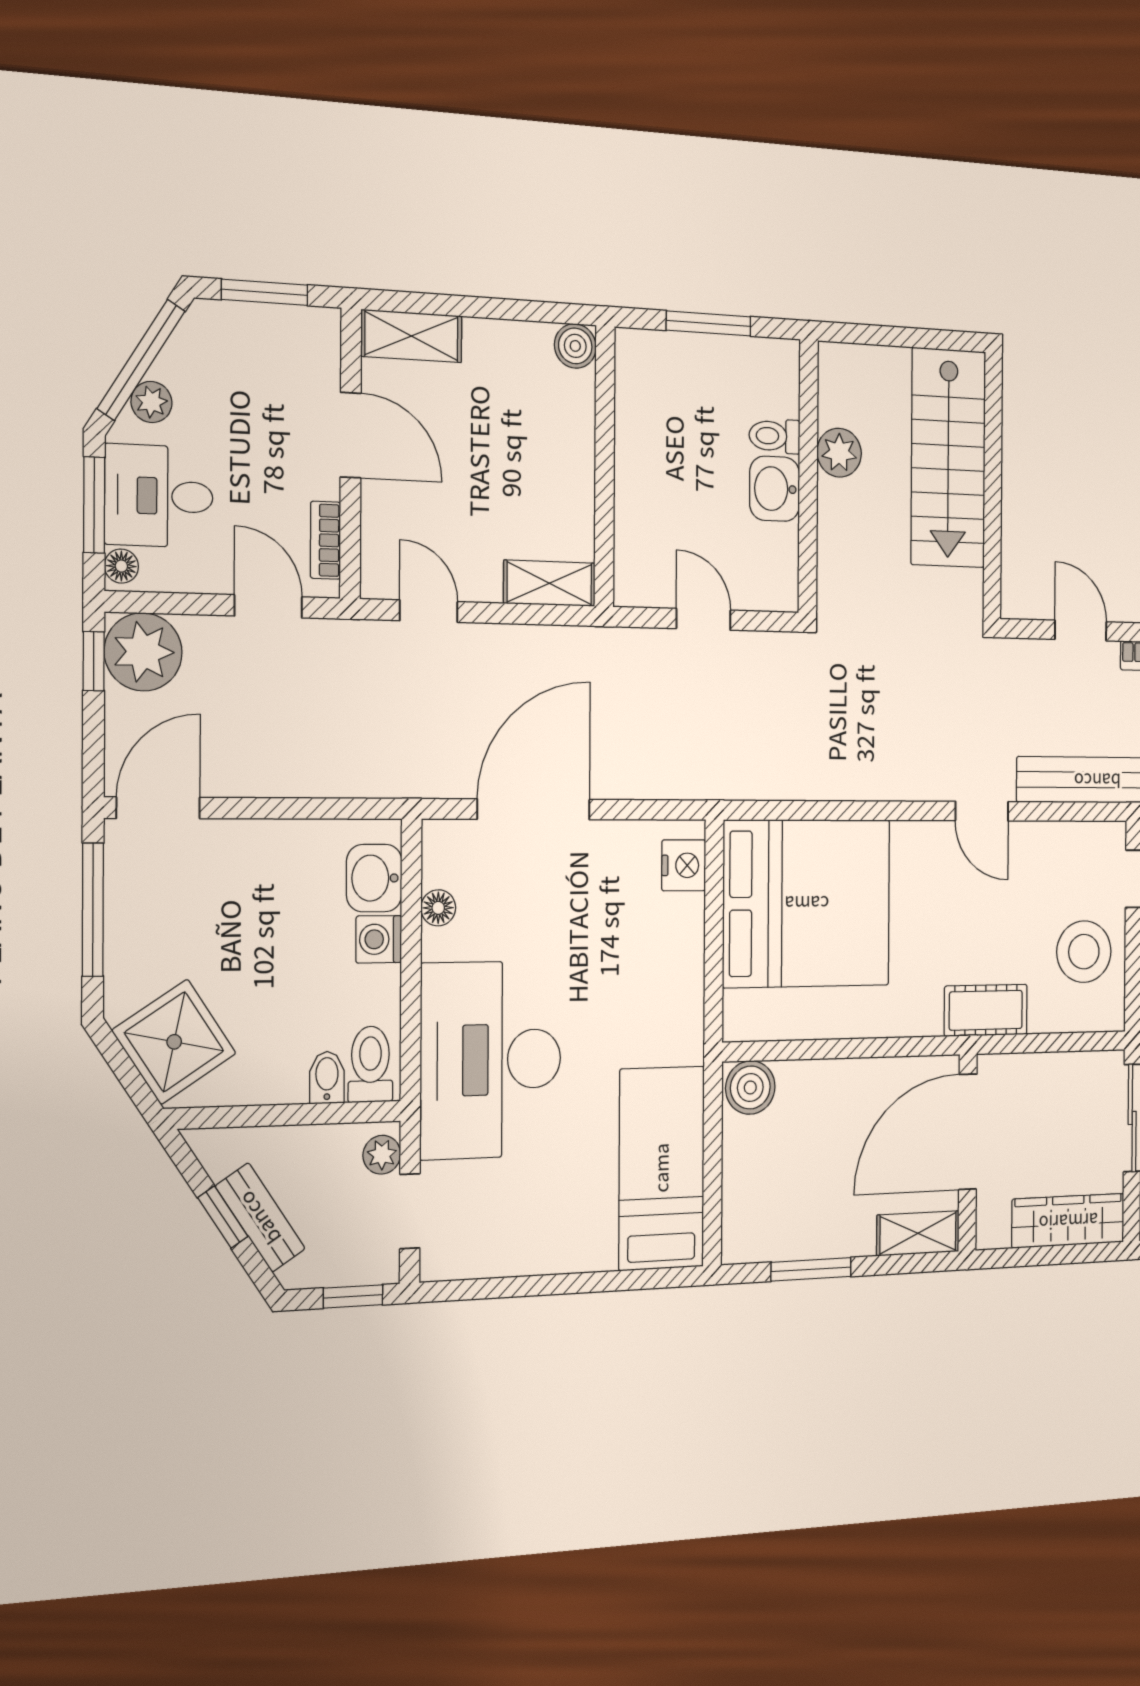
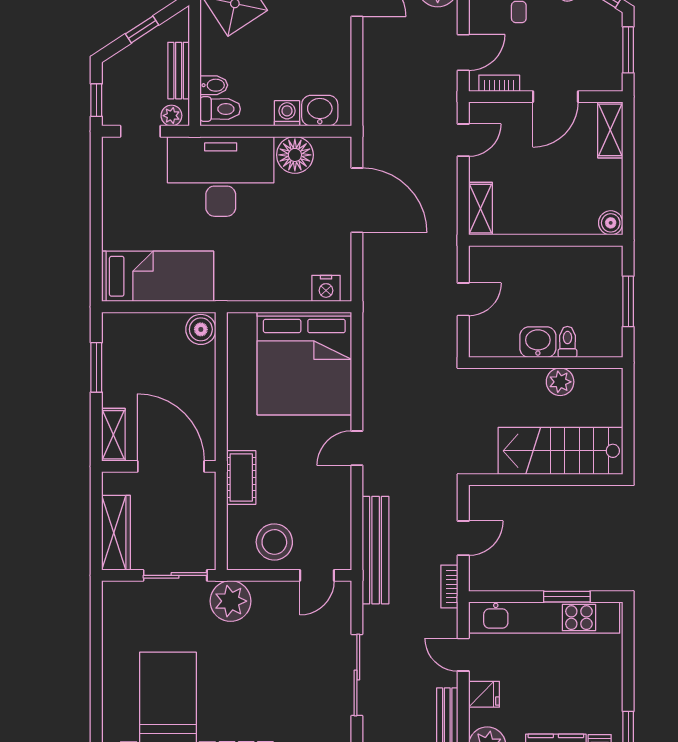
door: (982, 811) -> (357, 448), moved
floor lamp: (438, 908) -> (295, 155), width x1.89, depth x1.89
bench: (260, 1217) -> (179, 71), moved, turned -57

